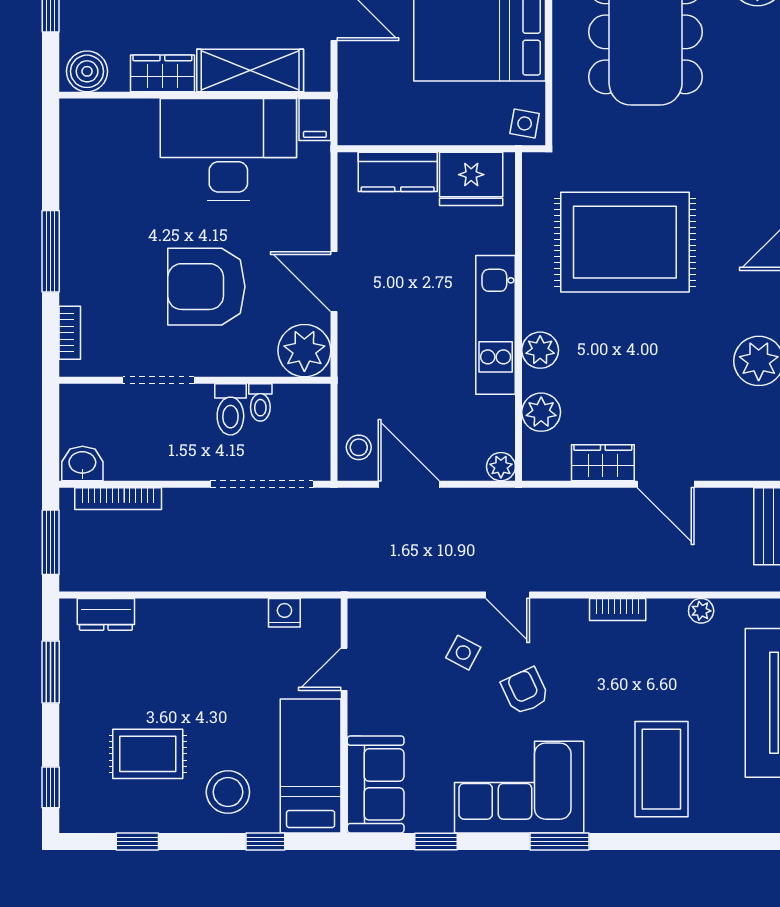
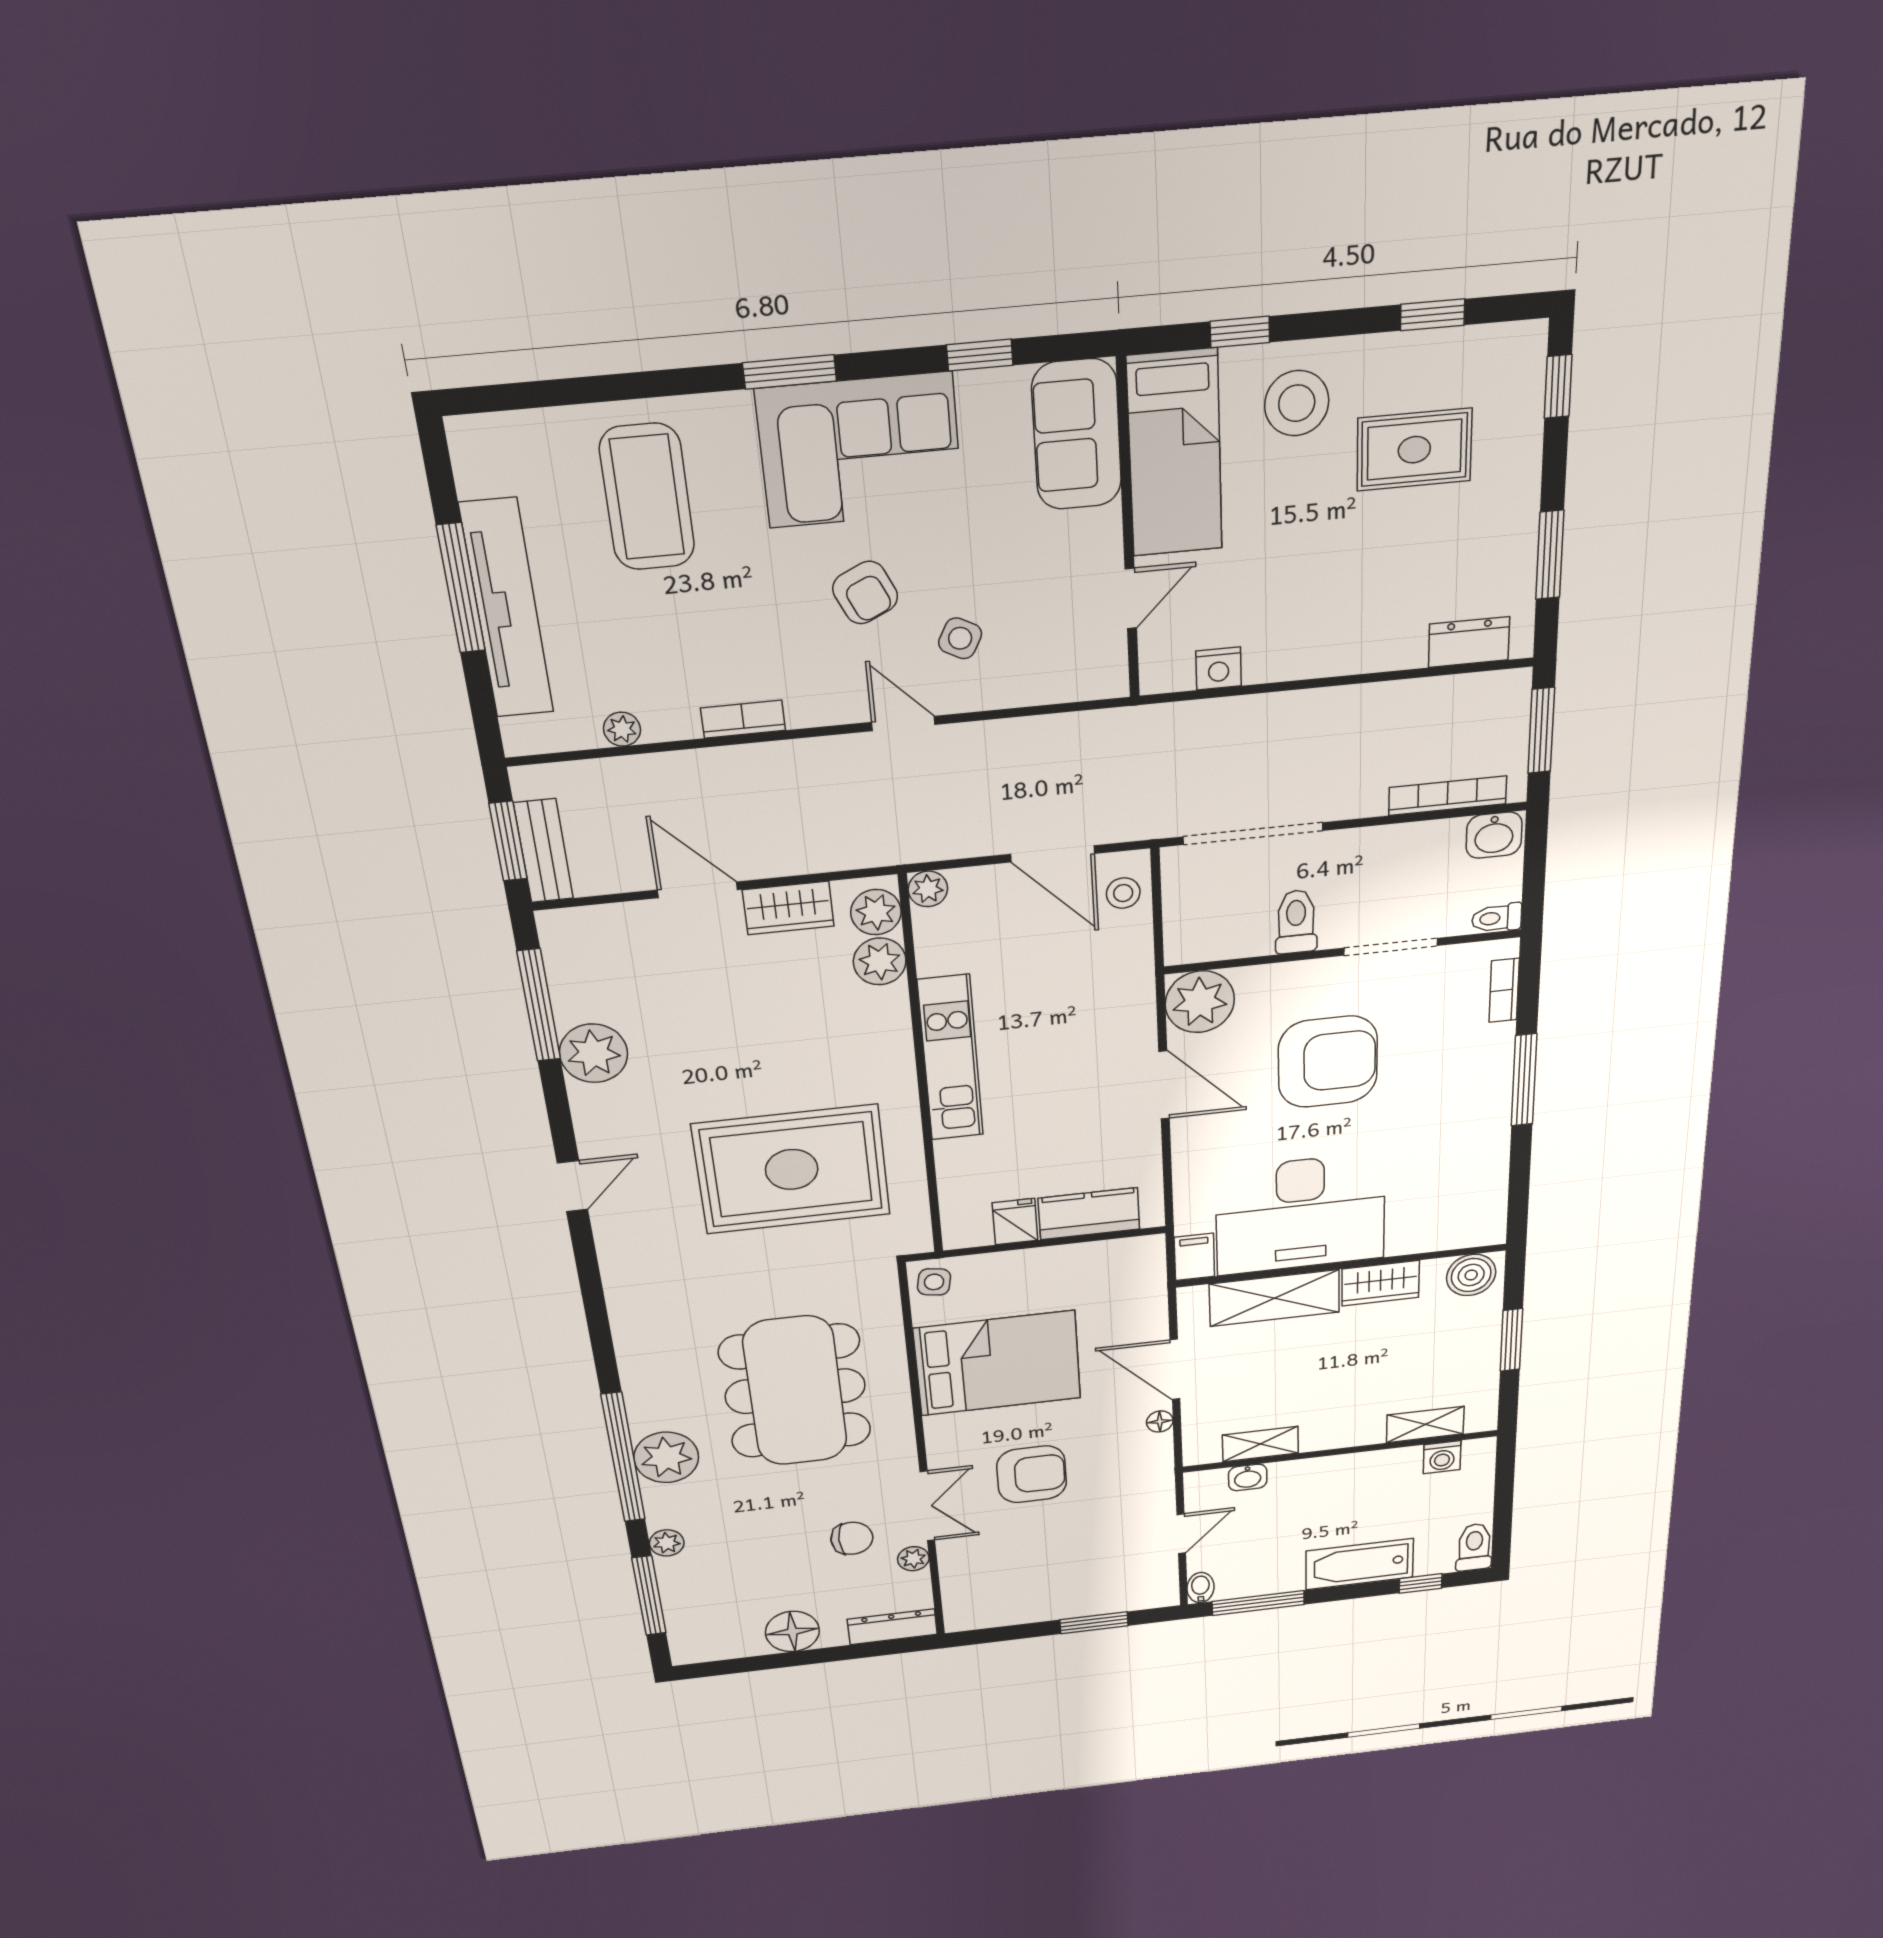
fridge: (471, 179) -> (1015, 1222), width x0.53, depth x0.75
plant: (540, 350) -> (876, 912), moved
toilet: (260, 402) -> (1497, 918), moved, turned -90

